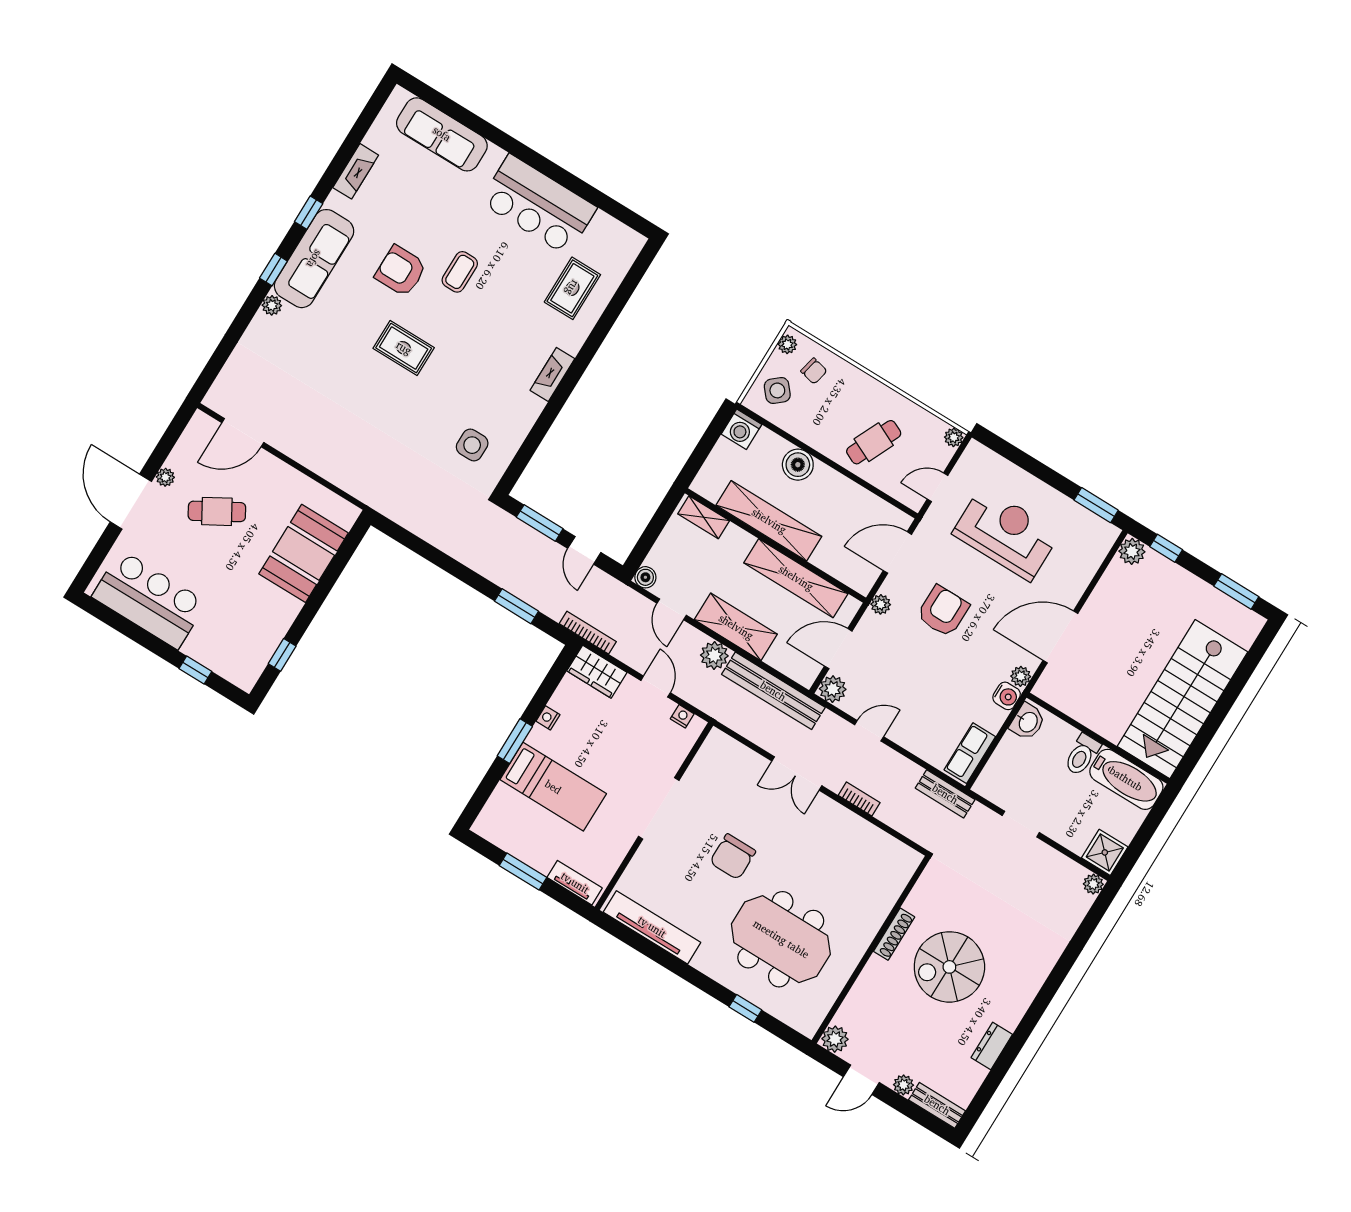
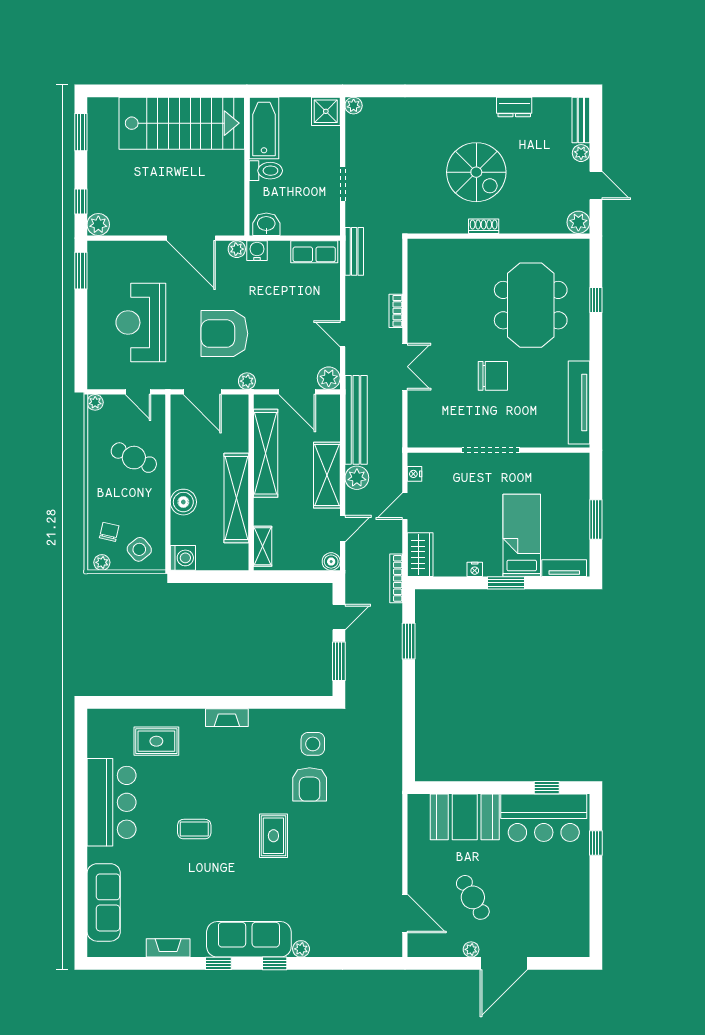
armchair: (401, 271) -> (310, 784), moved
bar counter: (149, 600) -> (544, 818), moved, turned -90
armchair: (943, 611) -> (224, 334), width x1.36, depth x1.36
tv unit: (575, 883) -> (564, 568), moved, turned 90
shoe rack: (894, 934) -> (484, 226), width x0.70

